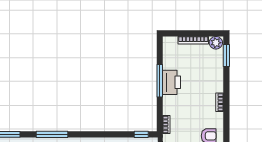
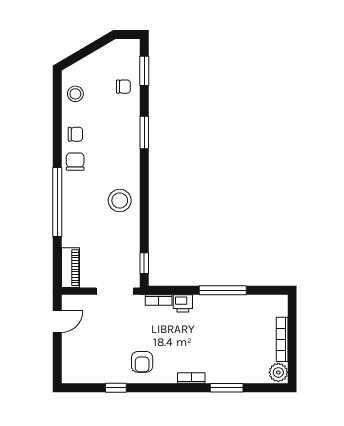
window: (226, 55) -> (227, 388), moved
printer: (172, 82) -> (183, 303), moved, width x0.53, depth x0.68
window: (52, 134) -> (144, 133), width x0.69

